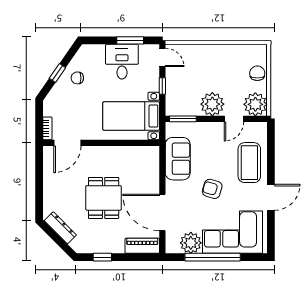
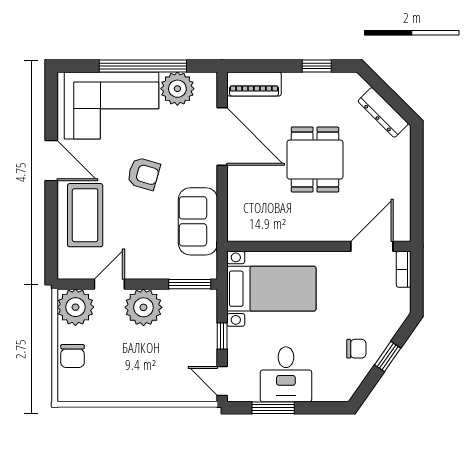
door: (271, 197) -> (51, 161), swing flipped

